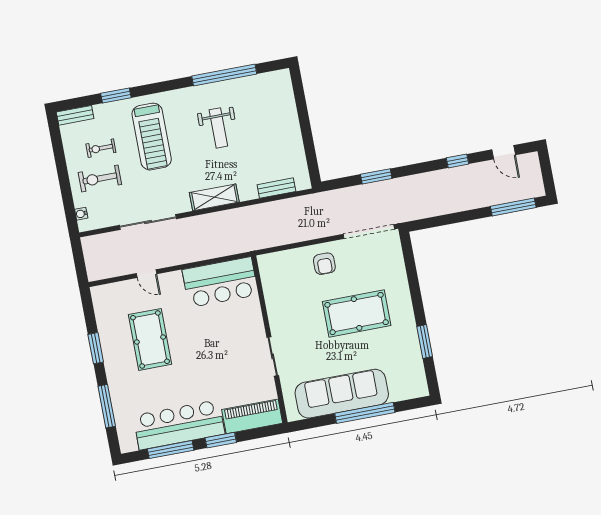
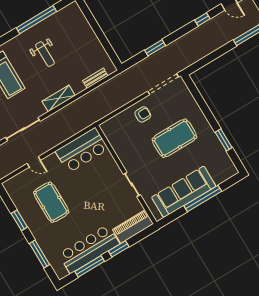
armchair: (324, 264) -> (143, 114), turned -90

